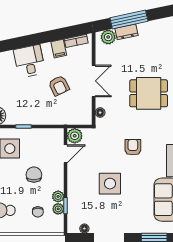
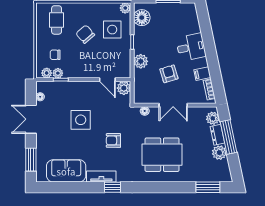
plant: (146, 30) -> (219, 153), added
armchair: (59, 86) -> (169, 74), turned 99
dining table: (149, 93) -> (162, 155), width x1.37
plant: (45, 117) -> (141, 61), added
armchair: (133, 147) -> (113, 140), turned 180
chair: (34, 175) -> (85, 34), moved, turned -131
plant: (58, 196) -> (47, 73), moved

